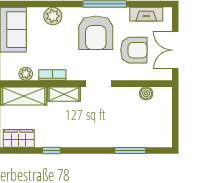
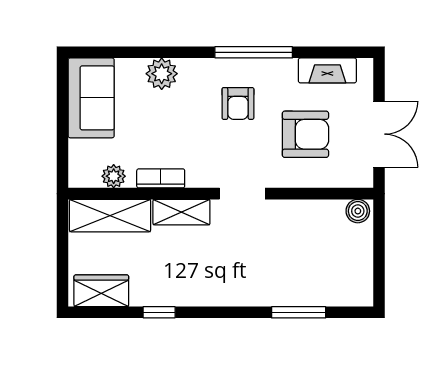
armchair: (96, 33) -> (238, 103), width x0.53, depth x0.53
double door: (175, 50) -> (379, 134), swing flipped
boiler: (146, 93) -> (358, 211), moved

